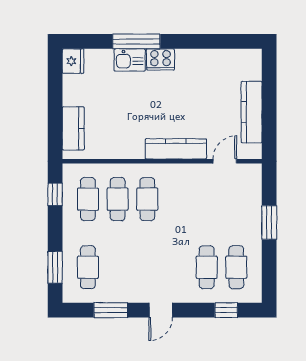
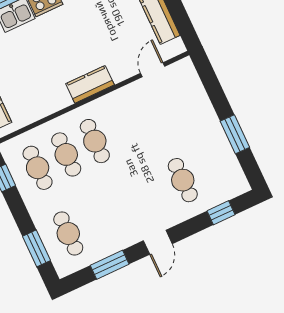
kitchen counter: (176, 149) -> (90, 84), width x0.67
window: (269, 222) -> (235, 134), moved
cafe table: (236, 267) -> (211, 167), removed

